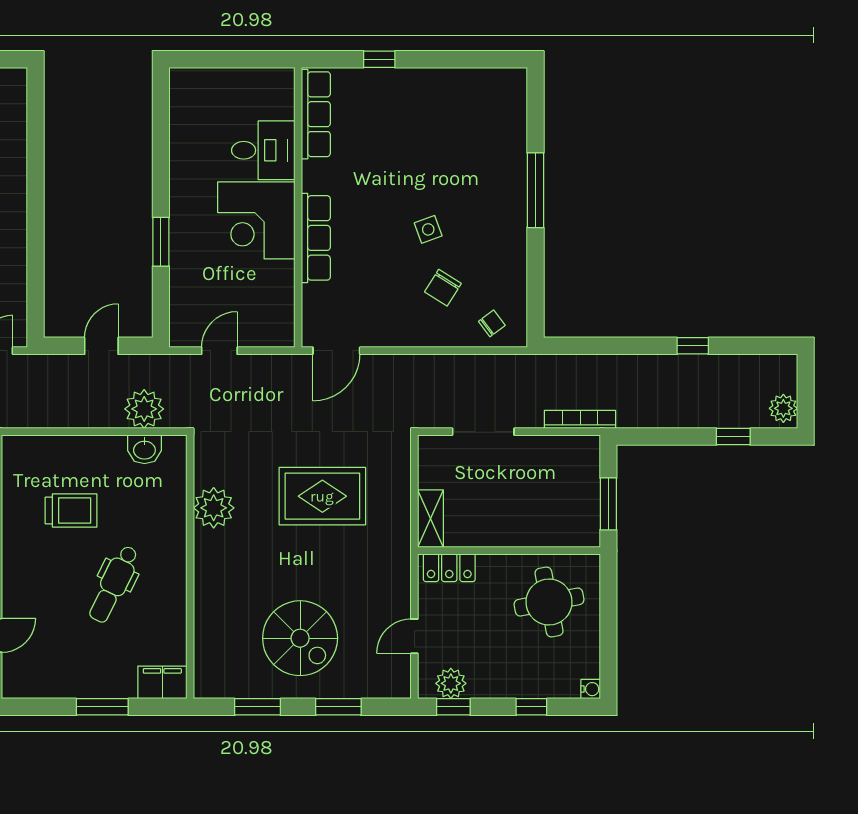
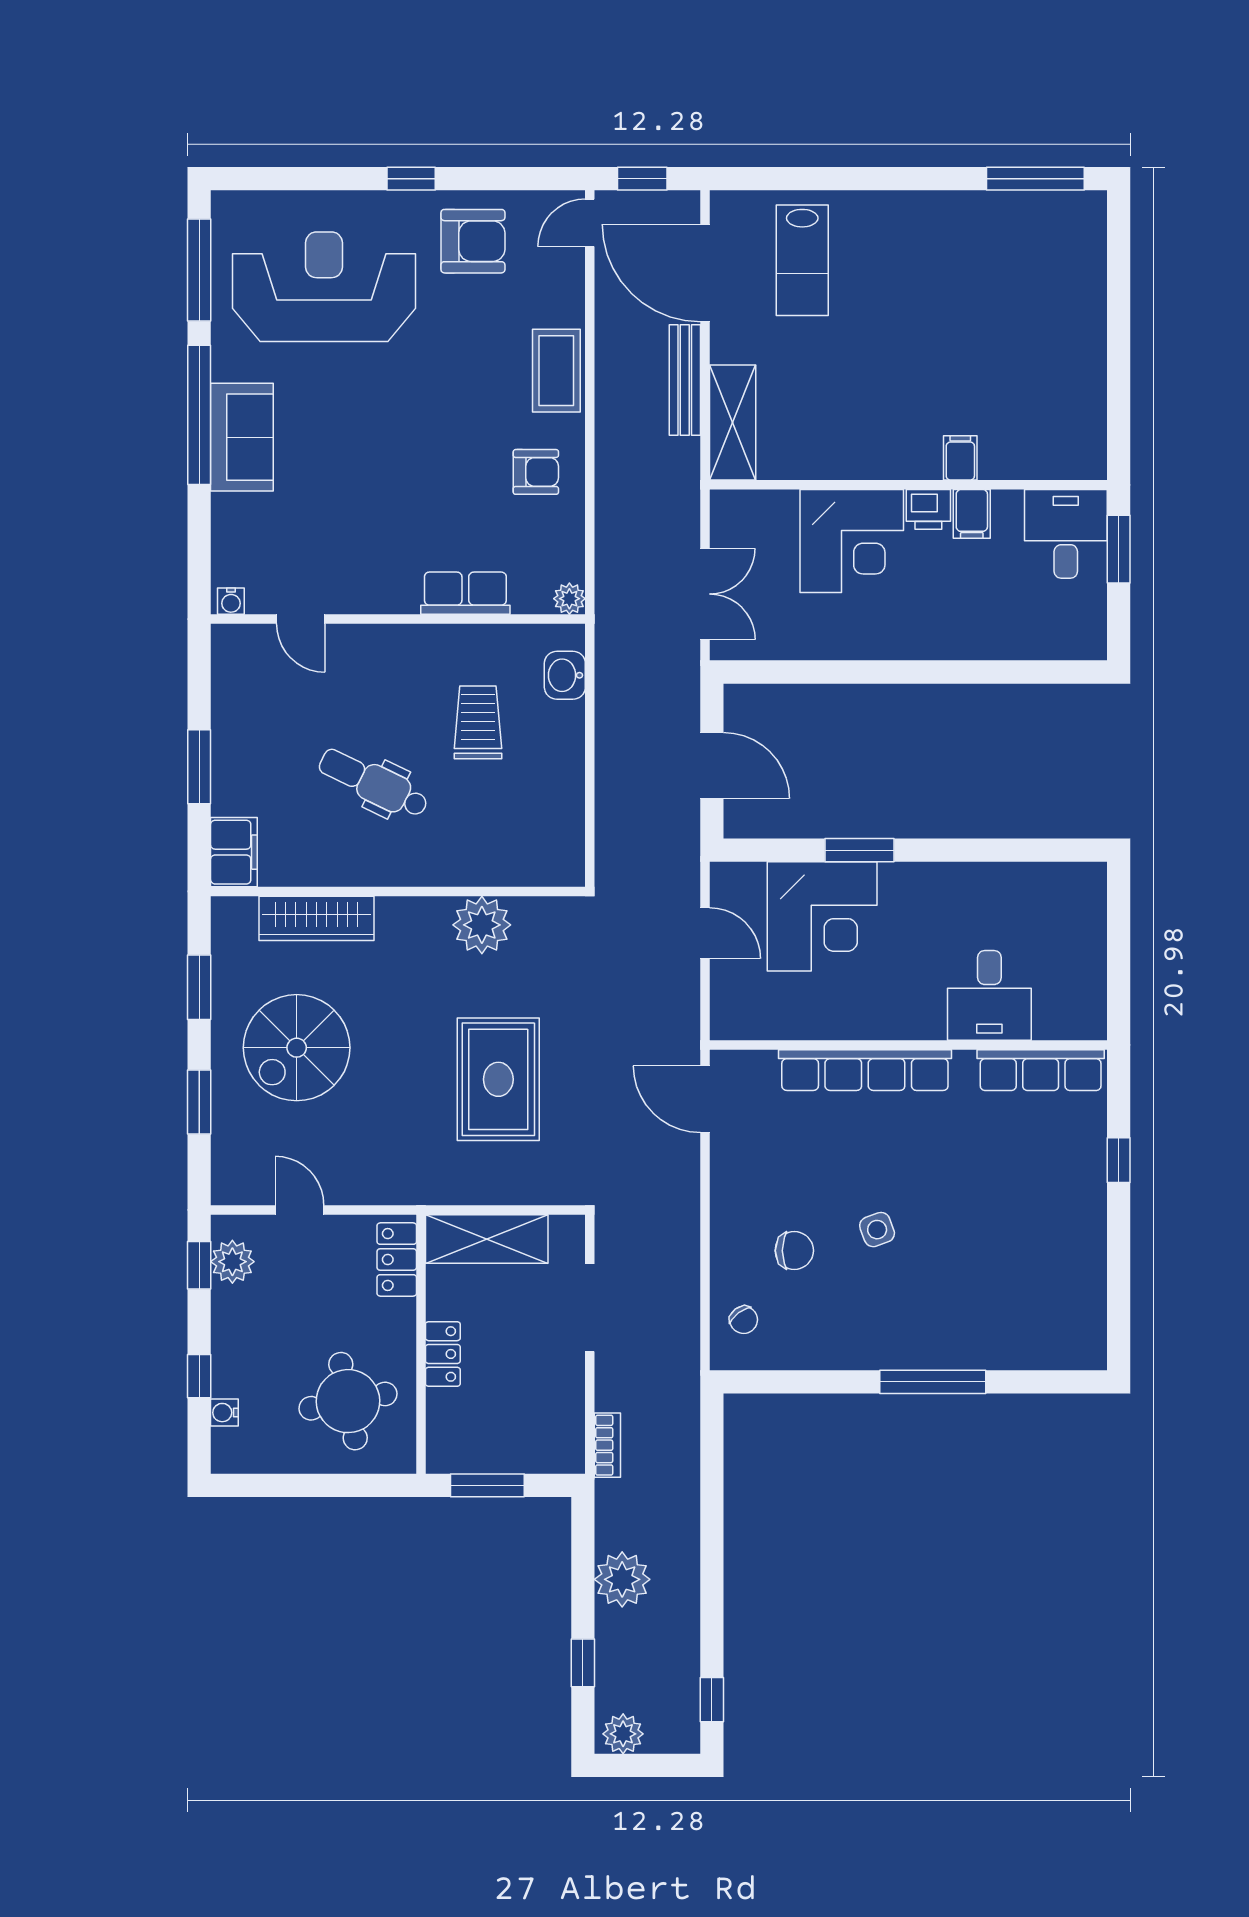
corner desk: (256, 220) -> (822, 916), moved, turned 180
row of seats: (316, 238) -> (865, 1070), width x1.36
chair: (443, 288) -> (794, 1251), turned 148
door: (101, 346) -> (712, 766), width x1.38
window: (693, 346) -> (712, 1700), moved
plant: (144, 409) -> (622, 1579), moved
bookcase: (580, 419) -> (607, 1445), width x0.64
washbasin: (144, 449) -> (565, 675), moved
trolley: (71, 510) -> (478, 722), turned 180
shelving: (431, 519) -> (487, 1239), width x1.50, depth x1.33
locker: (516, 535) -> (443, 1354), added
wardrobe: (209, 624) -> (317, 918), added
water cooler: (591, 689) -> (224, 1413), moved, turned 90

